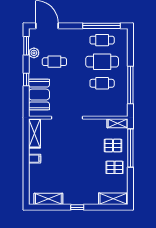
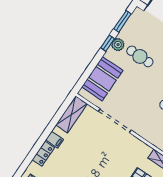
plant: (34, 53) -> (118, 45), moved
window: (26, 80) -> (108, 43), moved
locker: (33, 173) -> (43, 154), added

